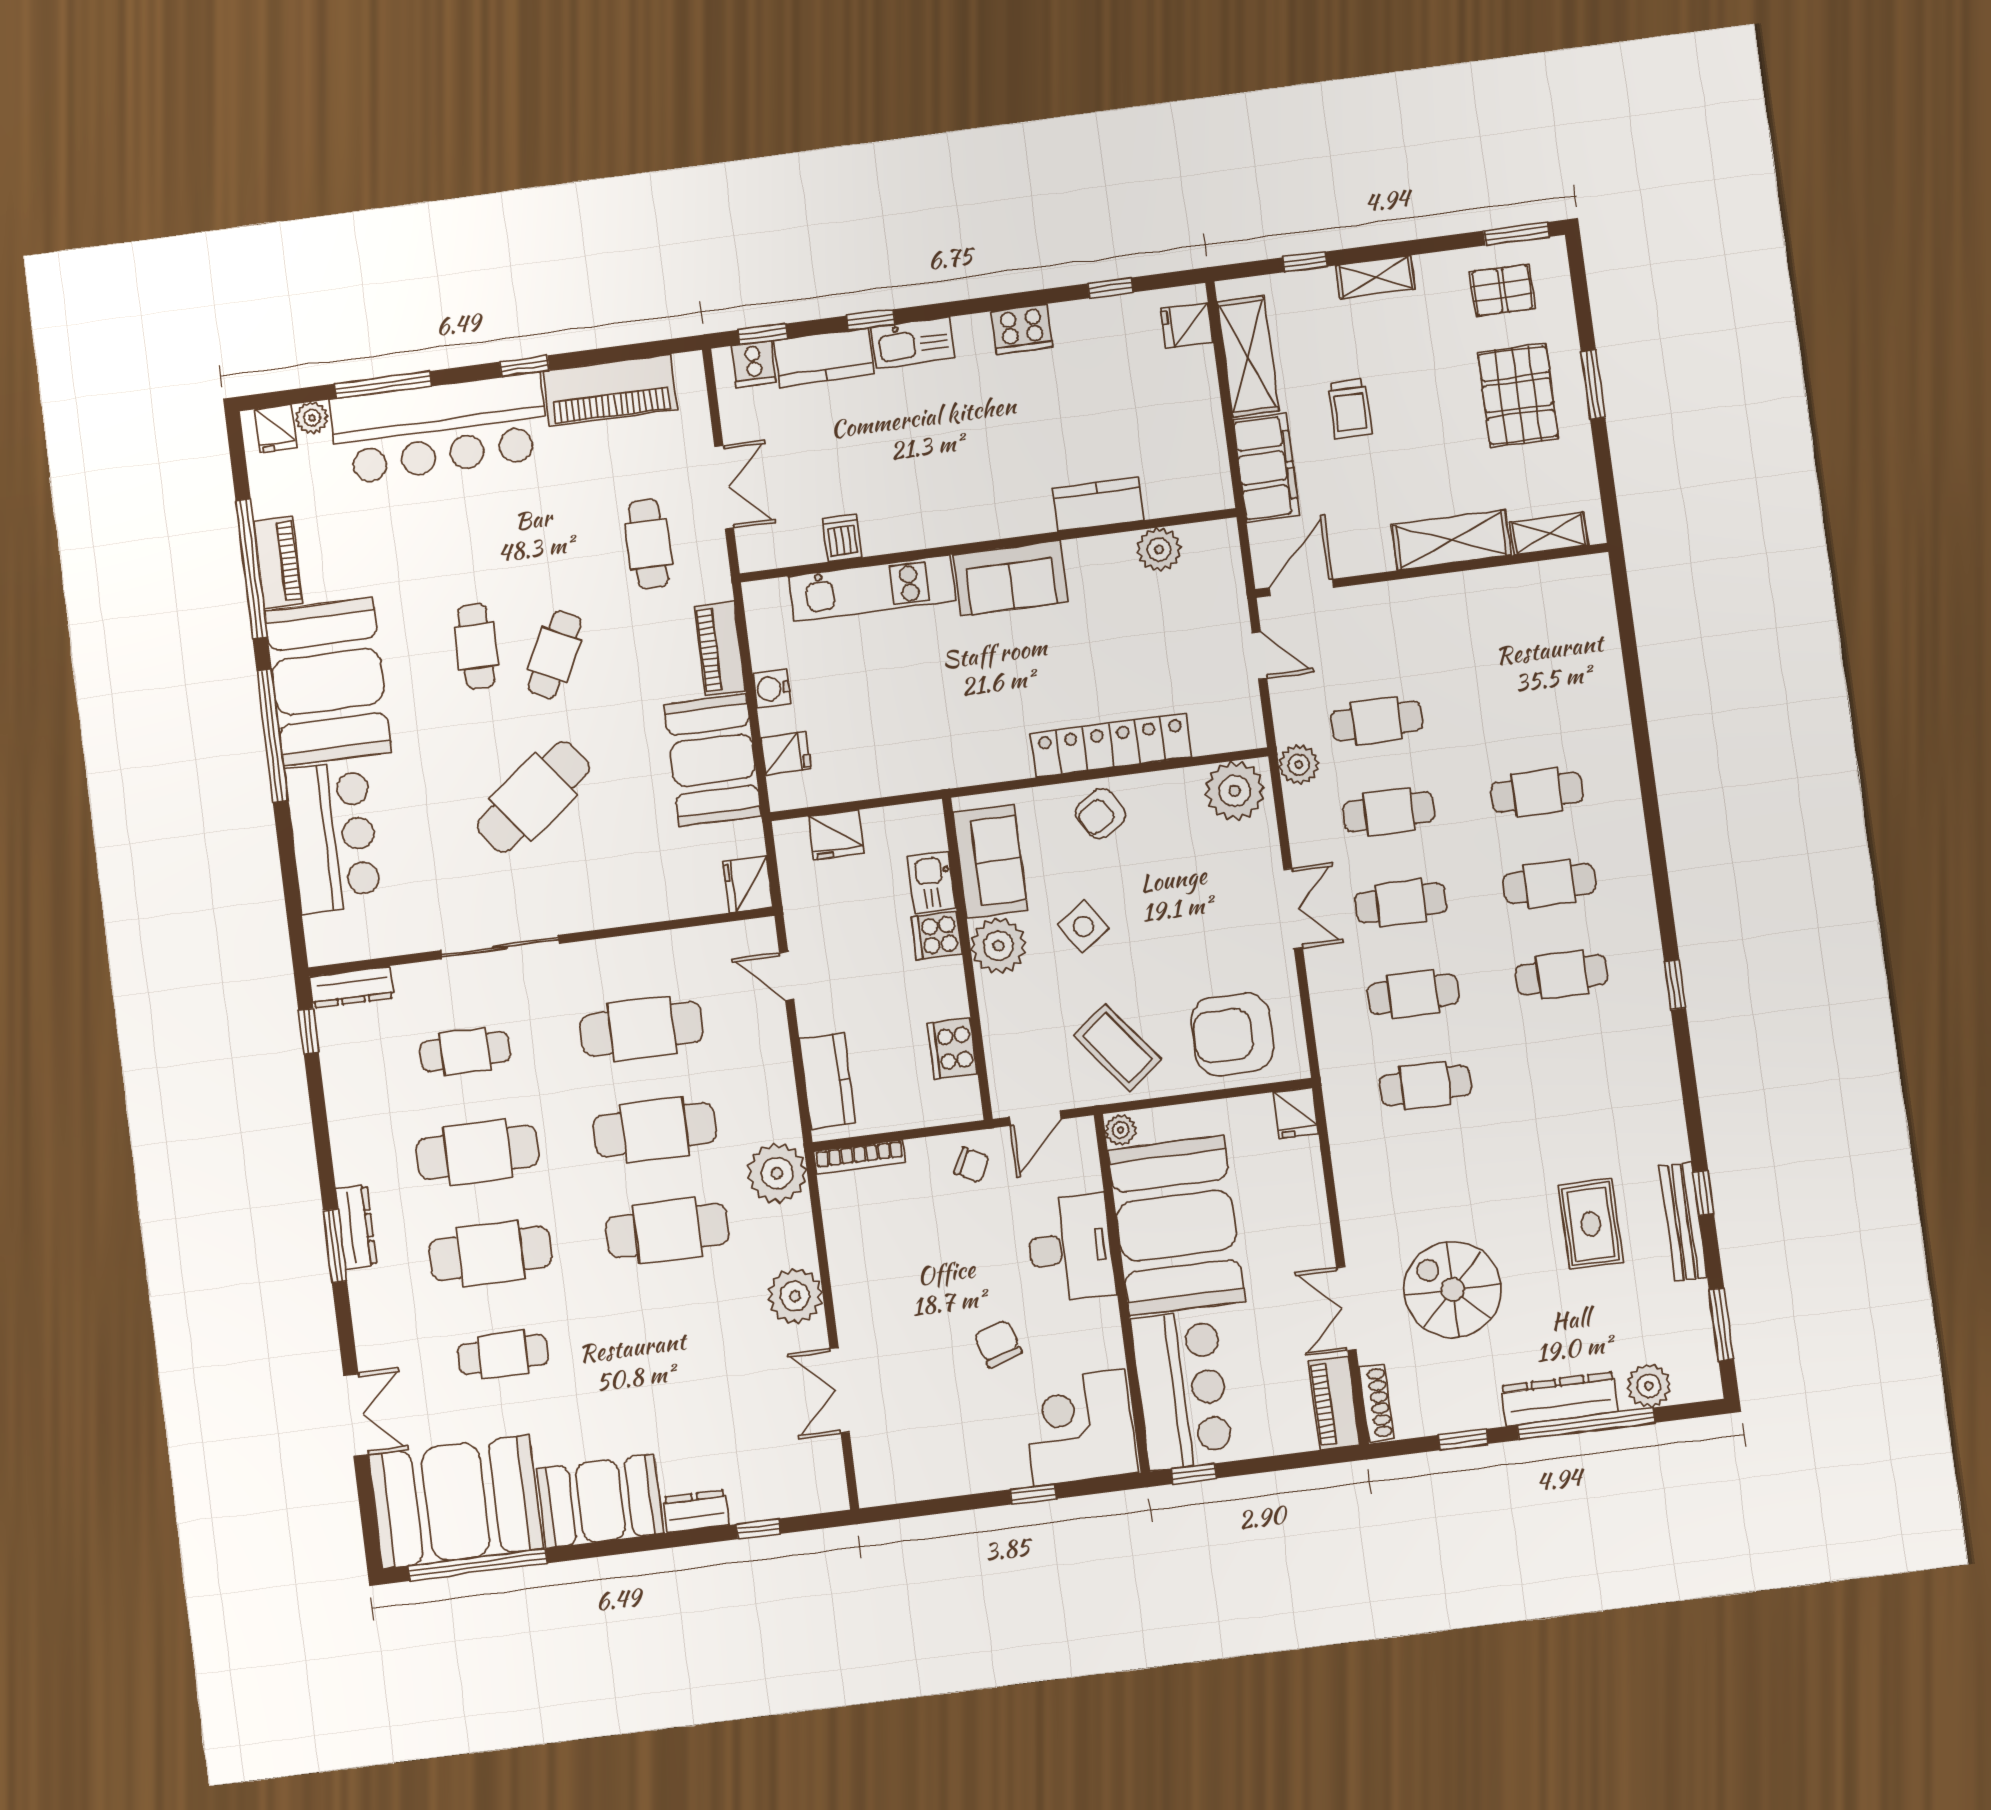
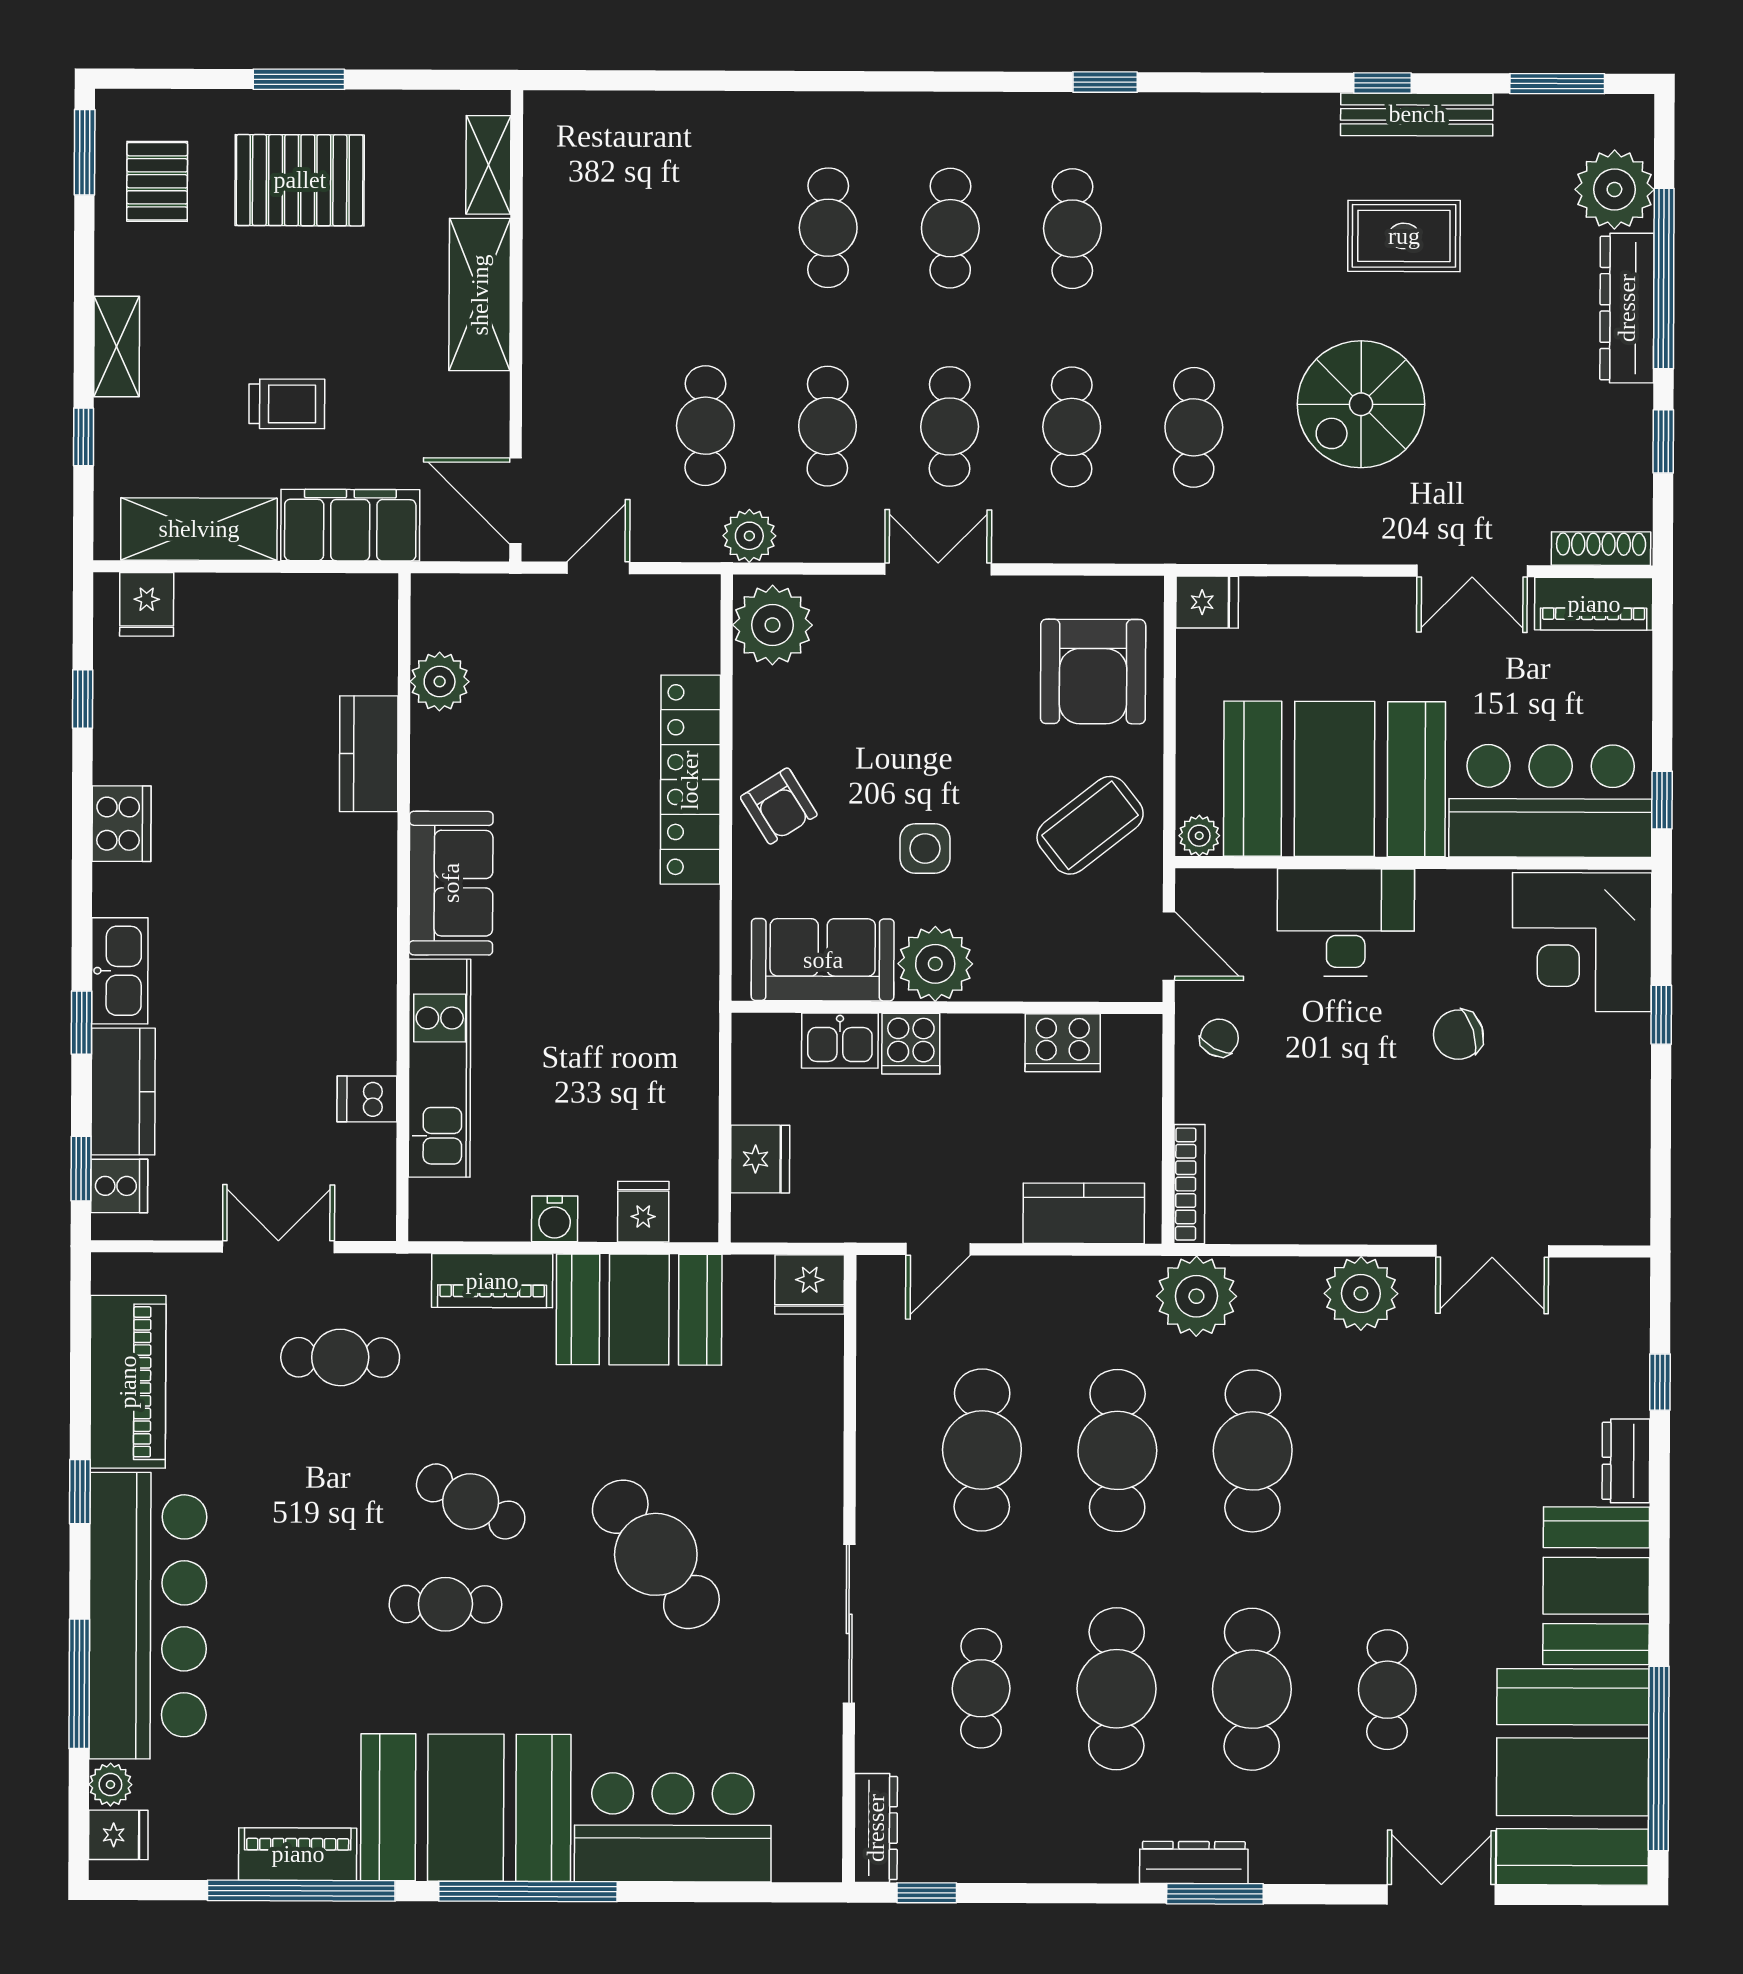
side table: (1083, 927) -> (925, 848), turned 35
spiral stairs: (1453, 1290) -> (1361, 404), moved
plant: (1649, 1386) -> (1614, 189), width x1.36, depth x1.36

